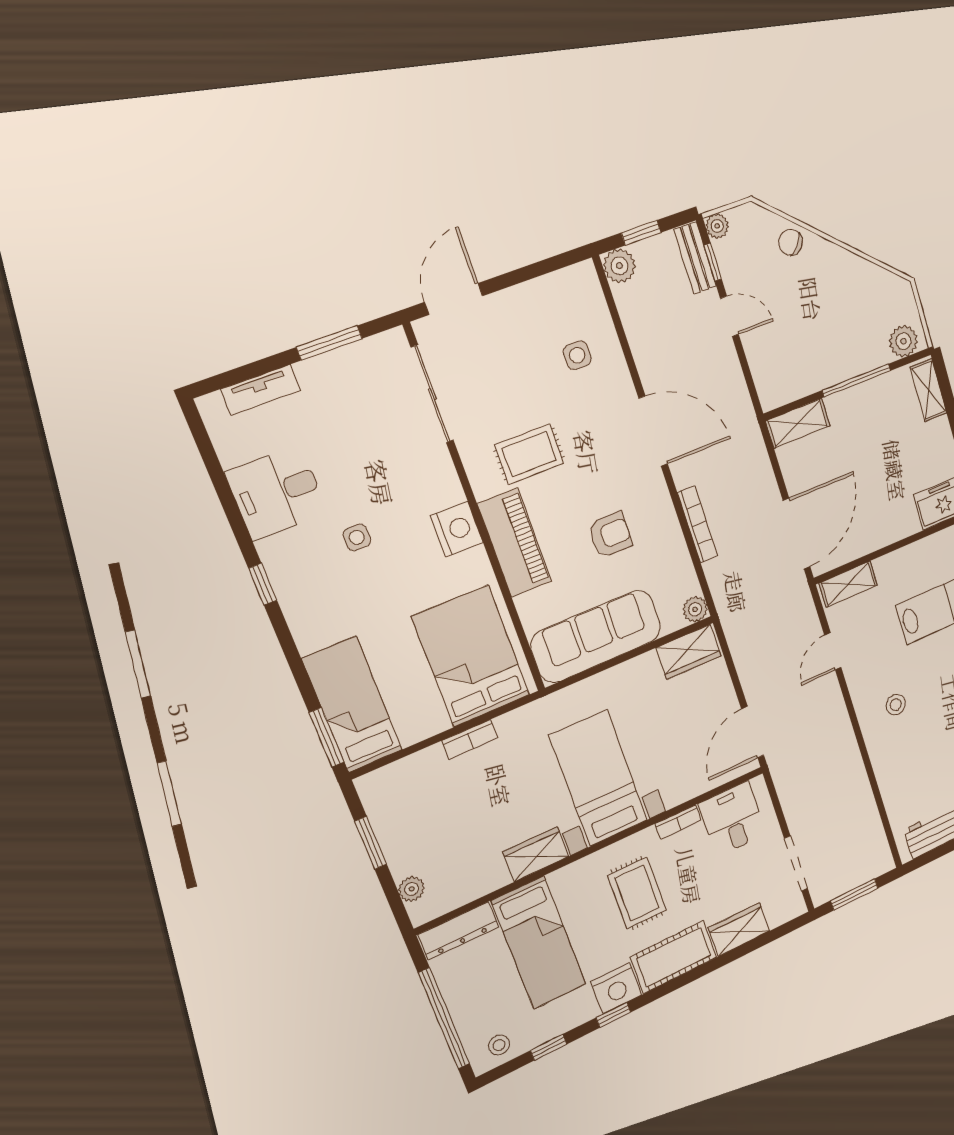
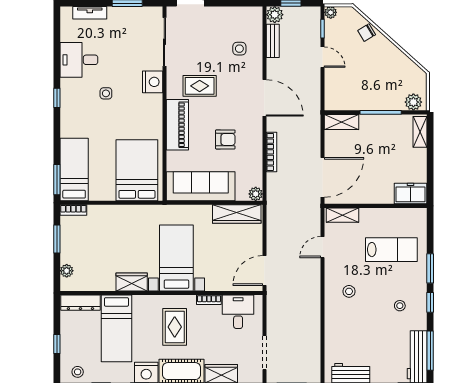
chair: (791, 242) -> (367, 33), turned -72
bench: (695, 258) -> (273, 41), moved
nightstand: (457, 529) -> (153, 82), moved
wardrobe: (688, 652) -> (237, 214), width x1.50
bookcase: (470, 739) -> (73, 210), moved
window: (444, 1019) -> (57, 344), width x0.32

